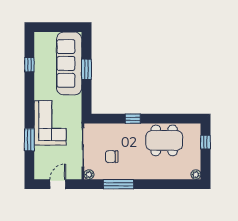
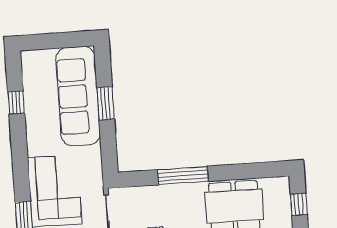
window: (133, 119) -> (183, 175), width x2.17

